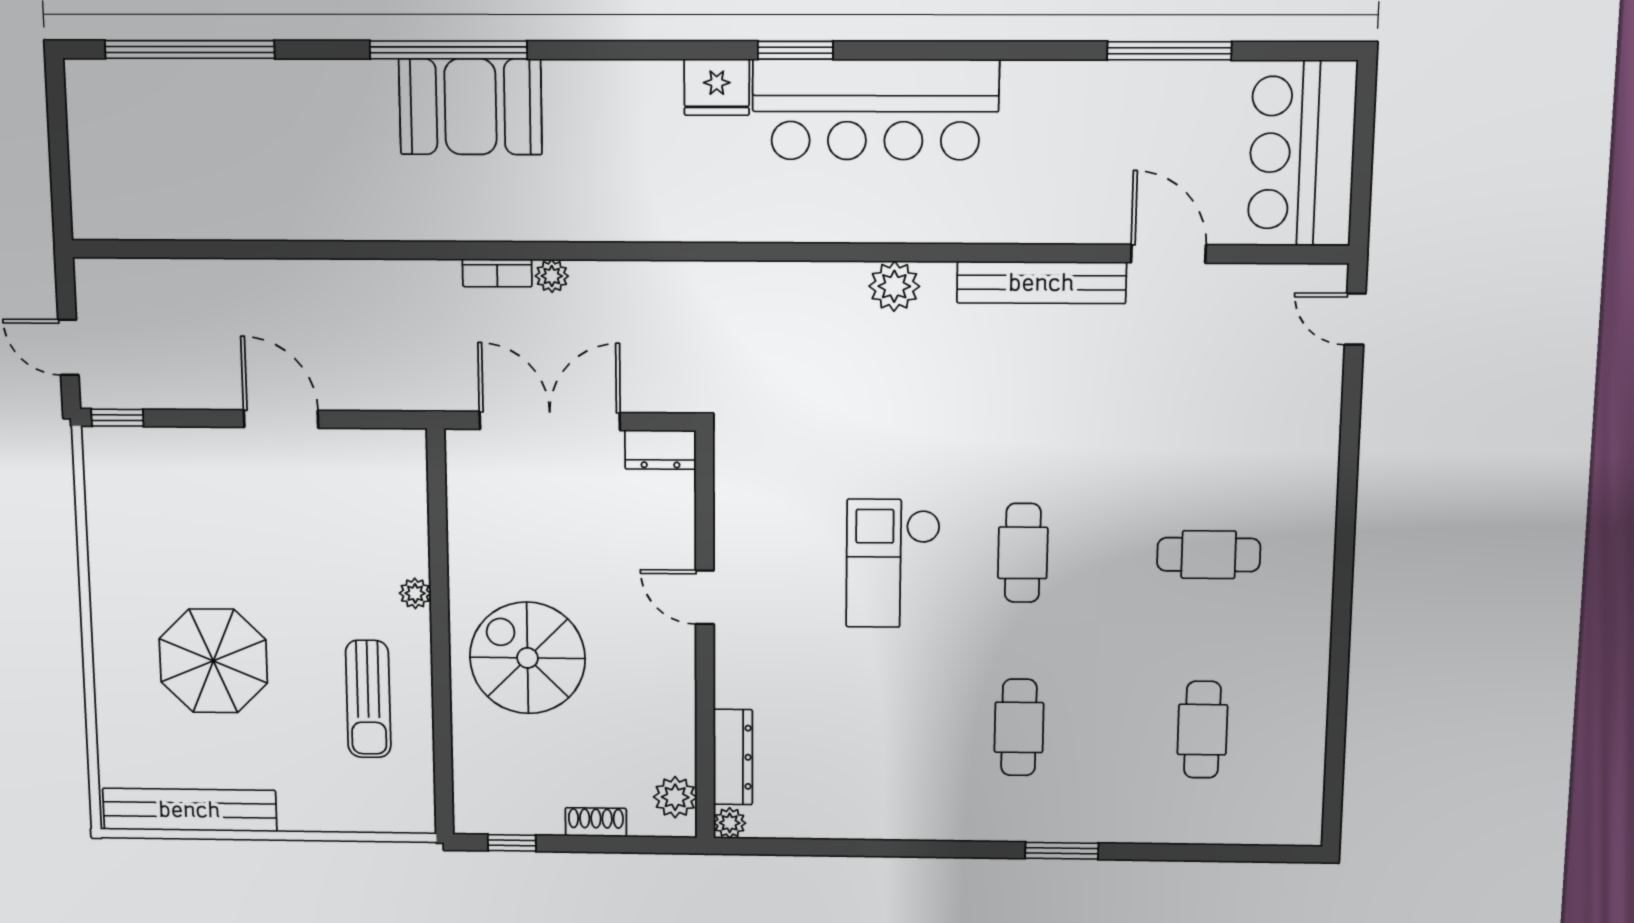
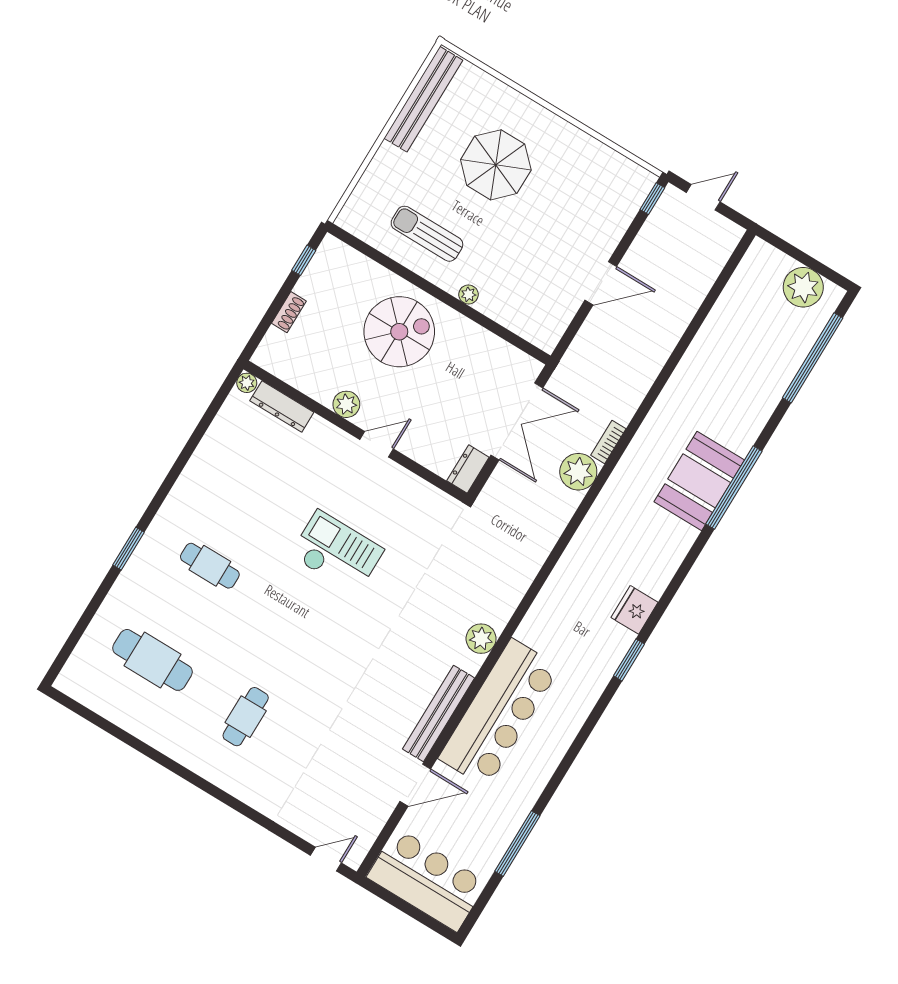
bar counter: (875, 110) -> (499, 713), moved, turned 180
plant: (99, 126) -> (803, 287), added
plant: (552, 276) -> (578, 472), width x1.88, depth x1.88
cafe table: (1023, 553) -> (303, 622), removed
cafe table: (1202, 730) -> (152, 660), width x1.37, depth x1.35
plant: (675, 797) -> (346, 404), moved

